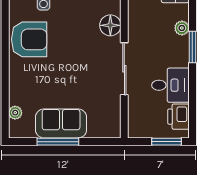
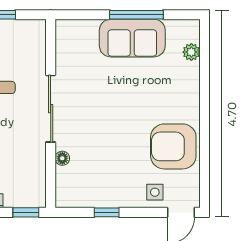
floor lamp: (110, 25) -> (62, 158), width x0.53, depth x0.53

